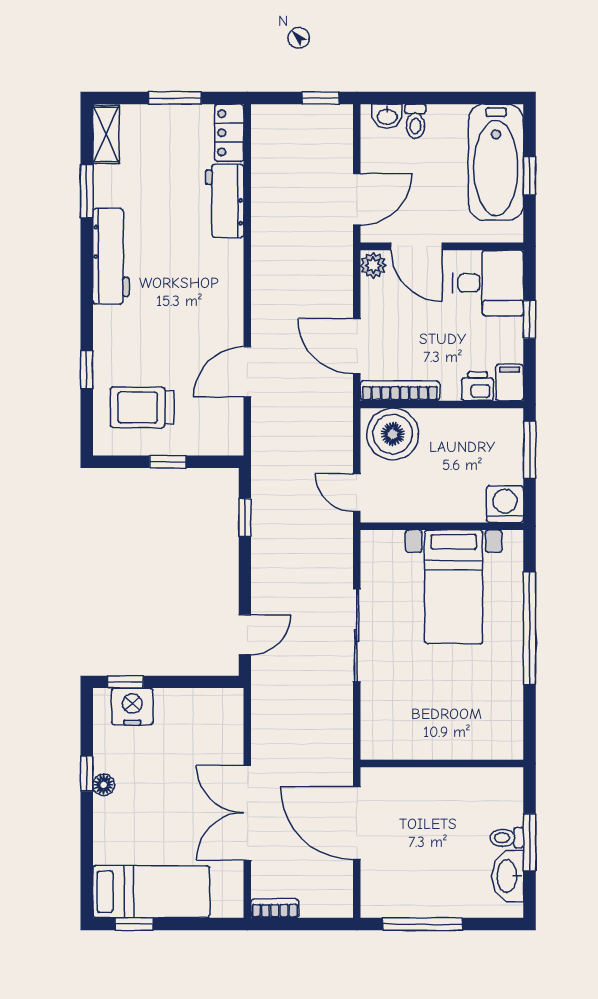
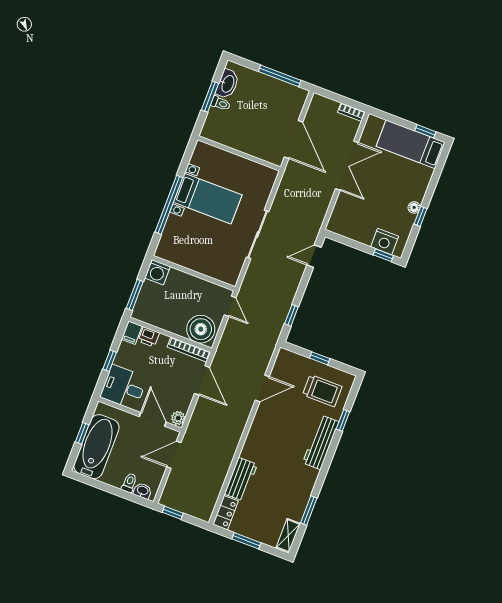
workbench: (111, 256) -> (321, 442), moved
bed with nightstands: (454, 587) -> (208, 199), moved, turned 90

